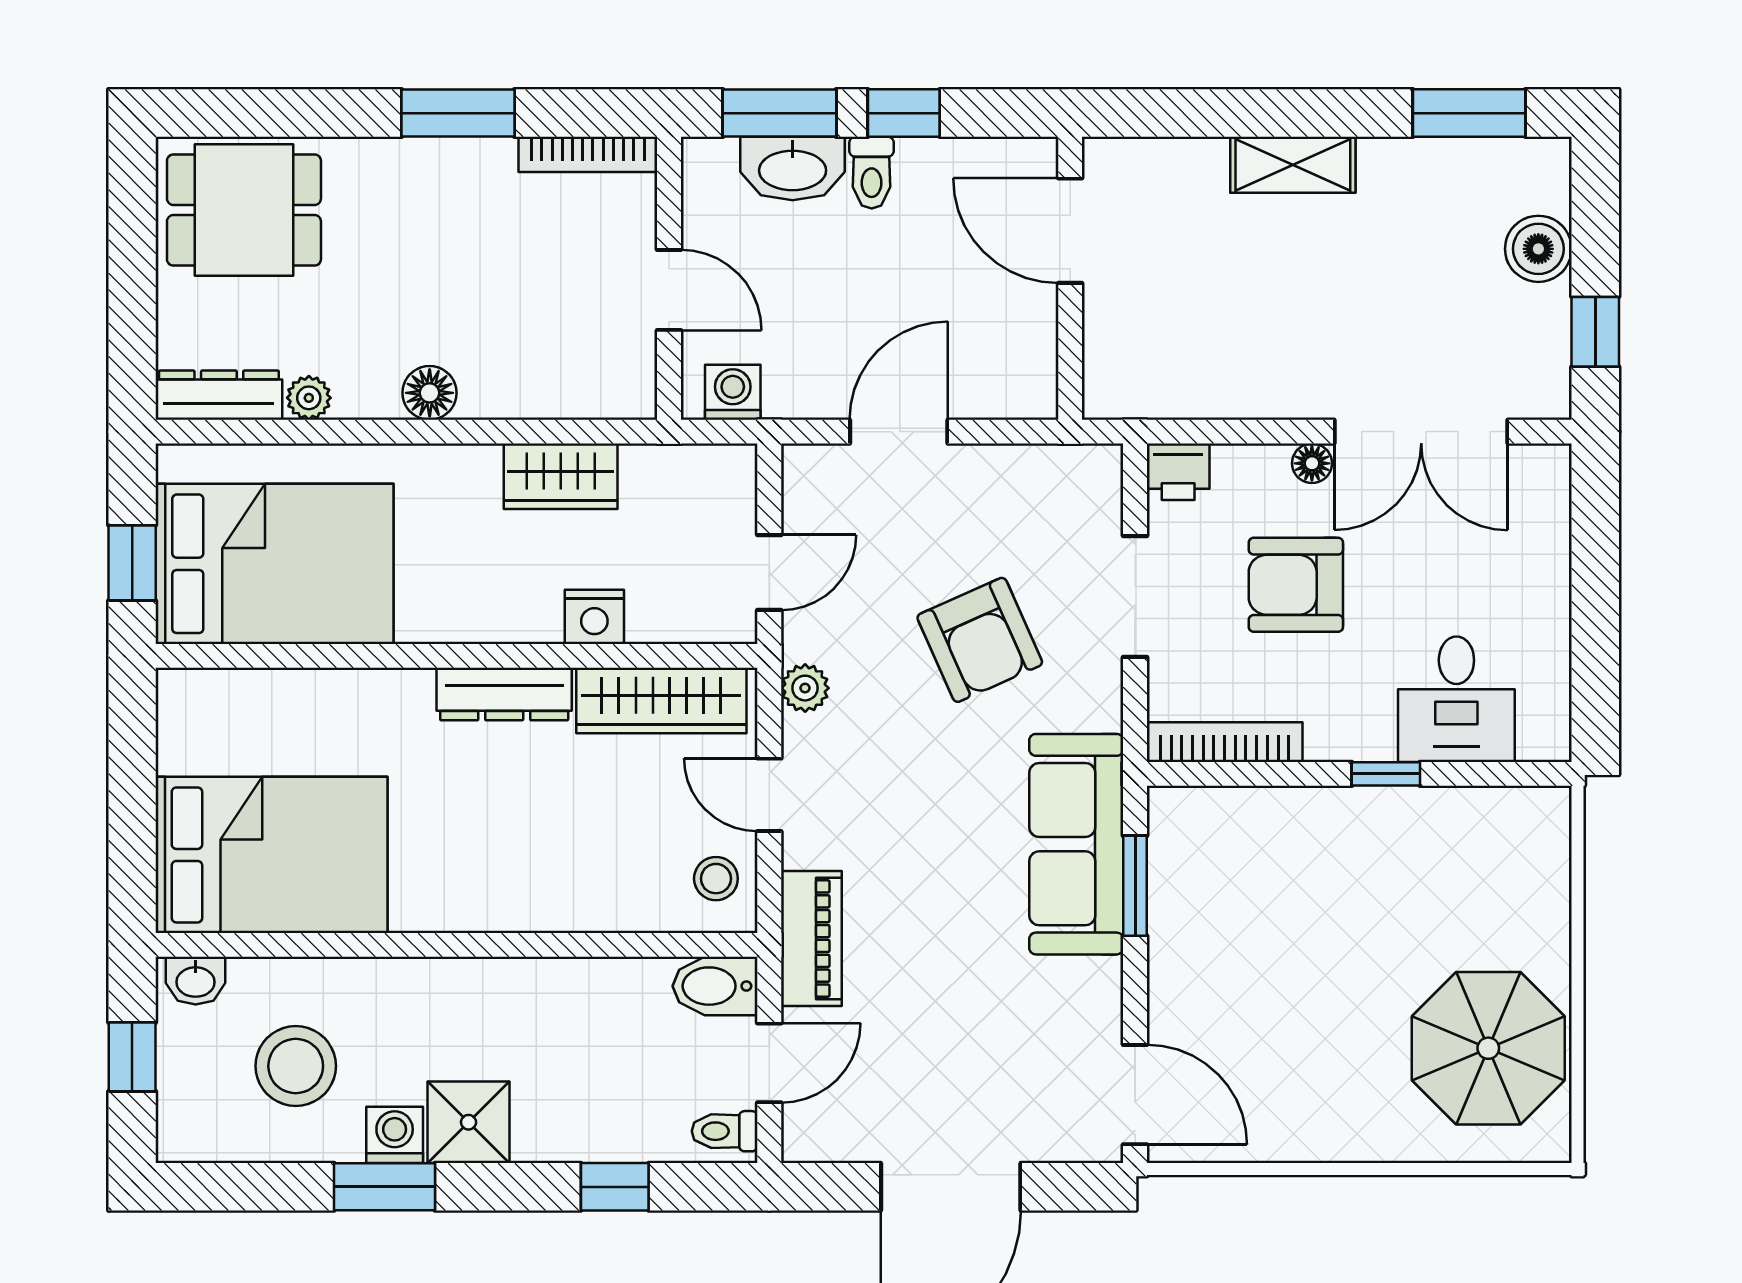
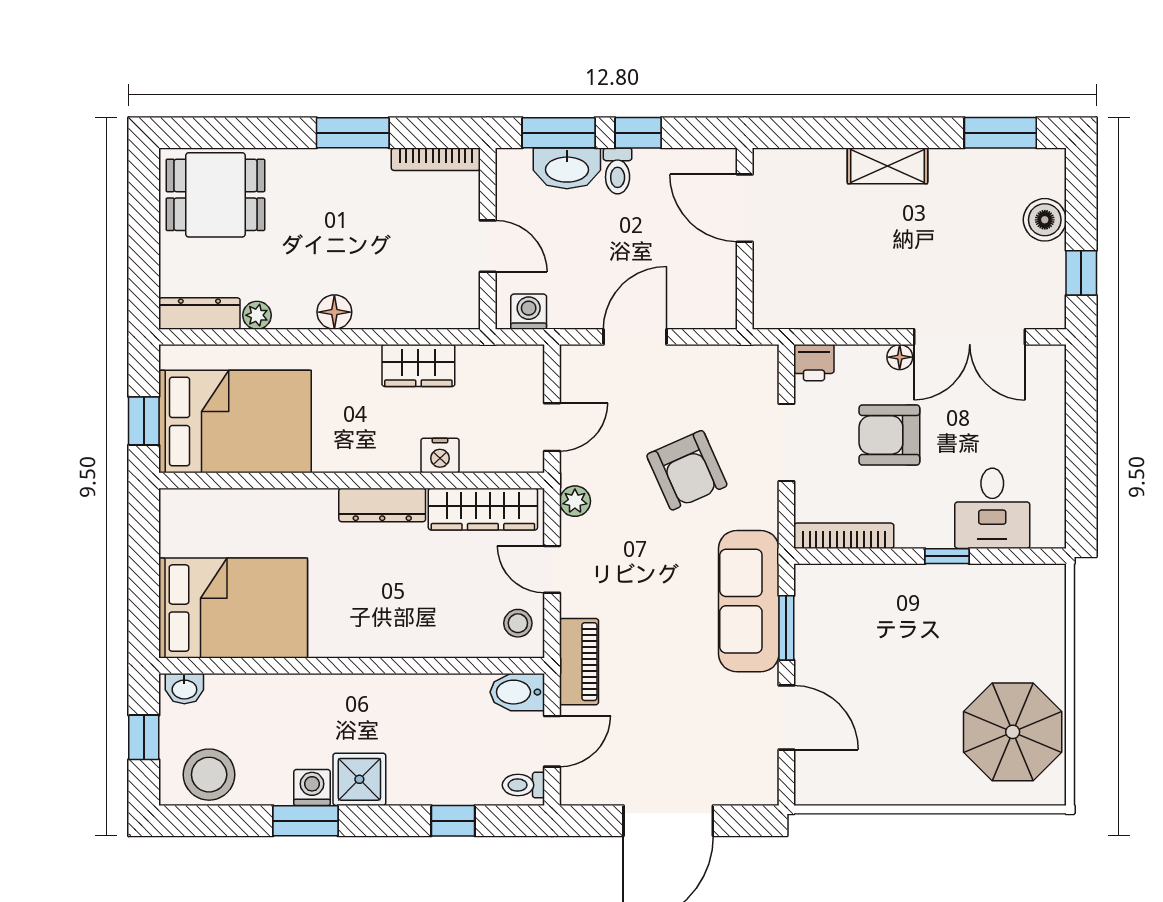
stool: (296, 1066) -> (209, 775), moved
door: (1135, 1095) -> (786, 717), moved

